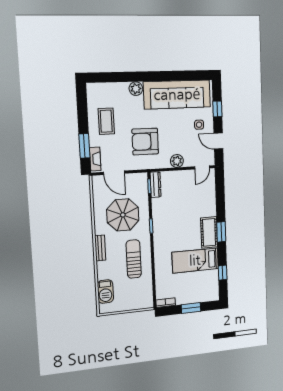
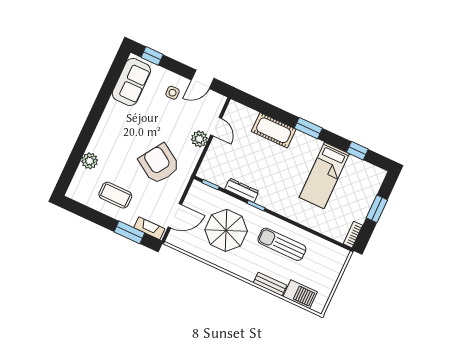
plant: (136, 89) -> (90, 161), moved
sofa: (177, 94) -> (131, 82), width x0.54, depth x0.79
window: (217, 109) -> (152, 56), moved
armchair: (145, 142) -> (159, 164), turned 123
door: (202, 167) -> (216, 127), moved
dresser: (156, 185) -> (242, 190), moved
cot: (209, 232) -> (274, 130), moved
bench: (100, 248) -> (270, 284), moved

